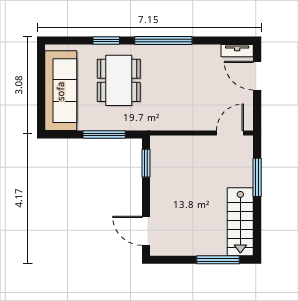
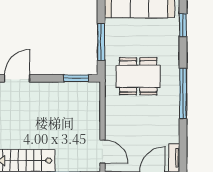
window: (106, 41) -> (183, 25), moved
dining table: (119, 80) -> (138, 76), moved

